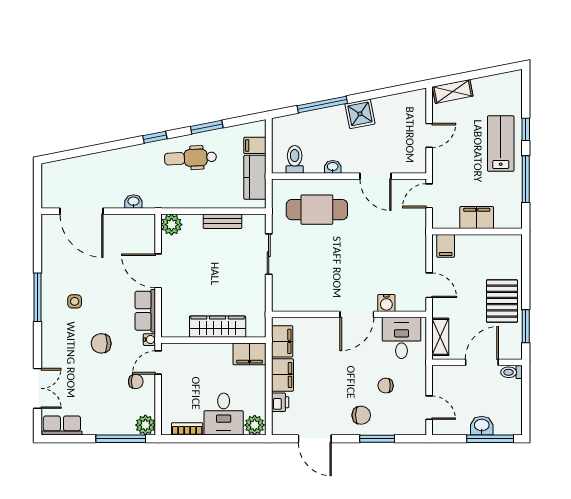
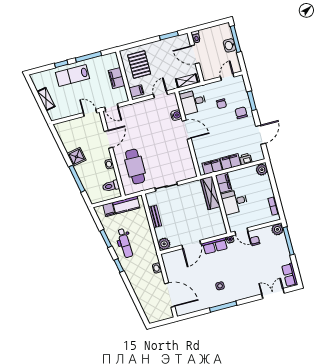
shelving: (453, 91) -> (46, 99), moved
door: (429, 135) -> (90, 113), moved
door: (81, 211) -> (170, 295), hinge flipped
pallet: (502, 301) -> (139, 65), moved, turned 90
wardrobe: (218, 327) -> (210, 193), moved
chair: (101, 343) -> (239, 265), removed
desk: (224, 414) -> (234, 202), moved, turned 180

